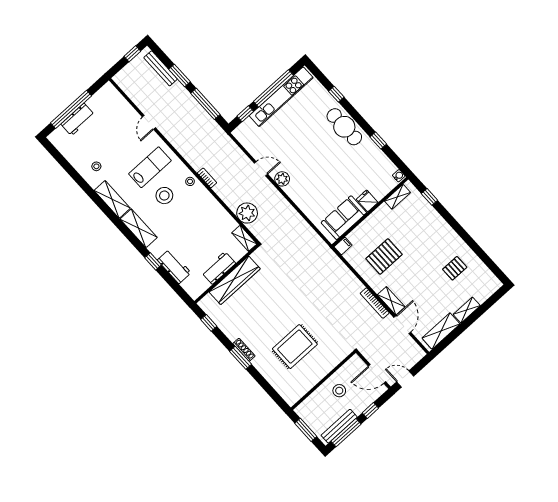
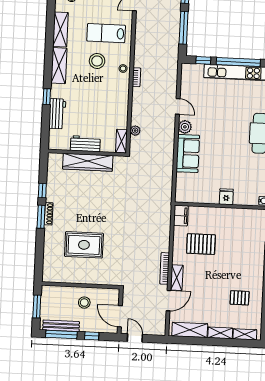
lab bench: (150, 167) -> (106, 33), turned 180
shelving: (397, 197) -> (245, 334), moved
plant: (247, 213) -> (135, 131), width x0.53, depth x0.53
sofa: (344, 218) -> (188, 154), moved, turned 90
filing cabinet: (343, 246) -> (181, 216), width x2.00
window: (209, 323) -> (42, 191), moved

